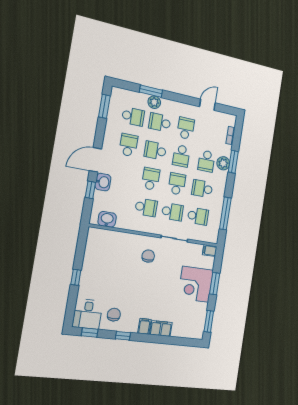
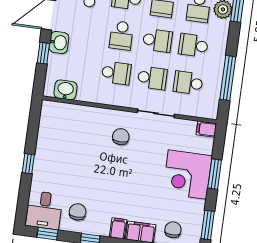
school desk: (151, 179) -> (121, 35), turned 180
school desk: (177, 184) -> (157, 40), turned 90
school desk: (198, 216) -> (188, 83), turned 180
chair: (184, 326) -> (173, 230), added

